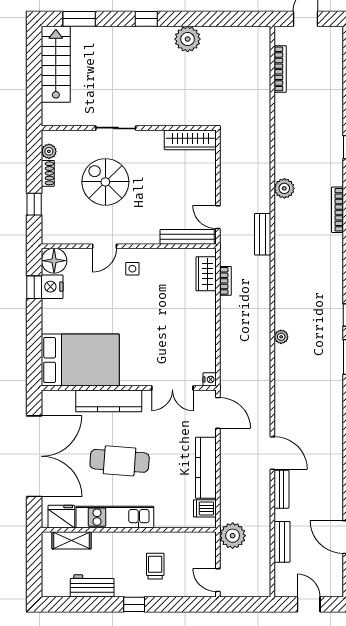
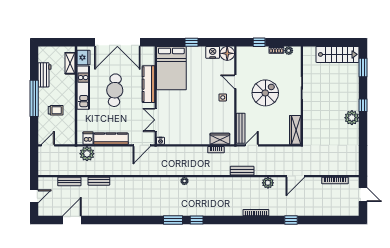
plant: (188, 39) -> (352, 118), moved
spiral stairs: (105, 182) -> (265, 93), moved
window: (34, 287) -> (191, 42), moved
door: (272, 453) -> (295, 176), moved
plant: (233, 536) -> (87, 154), moved
window: (134, 604) -> (34, 98), width x3.17

